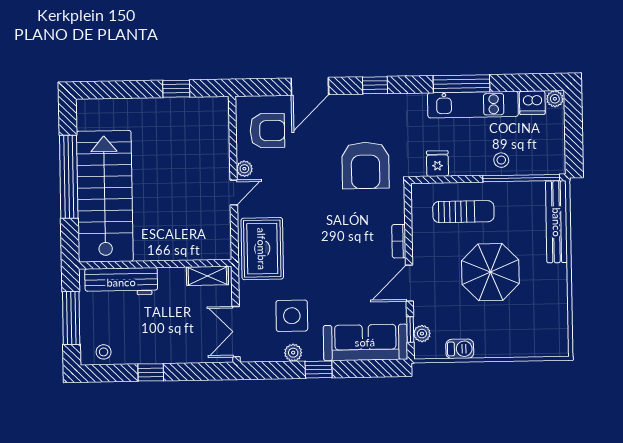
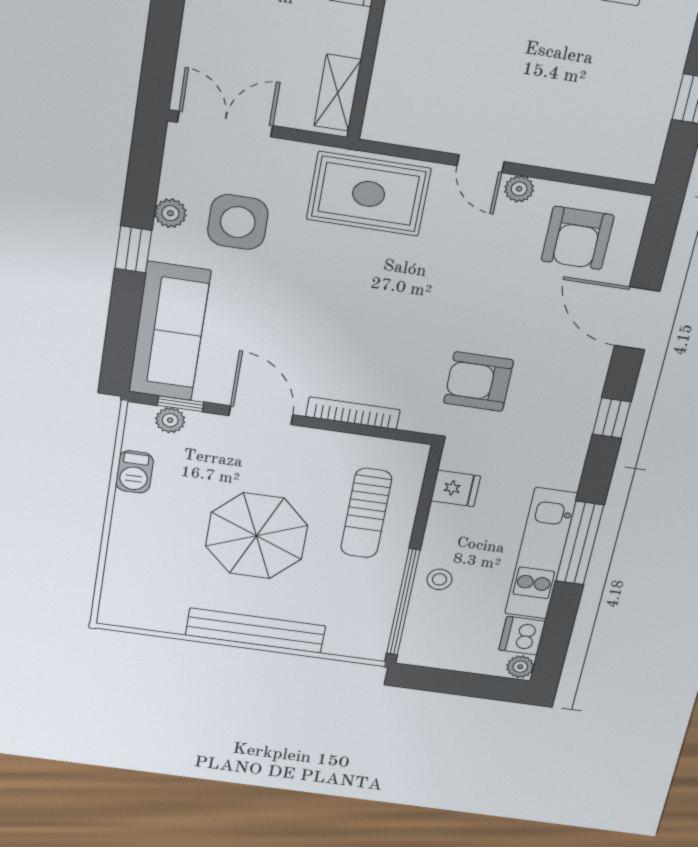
armchair: (366, 165) -> (479, 382), width x0.73, depth x0.73
bench: (557, 222) -> (255, 631), moved
bookcase: (399, 241) -> (353, 413), width x1.56

